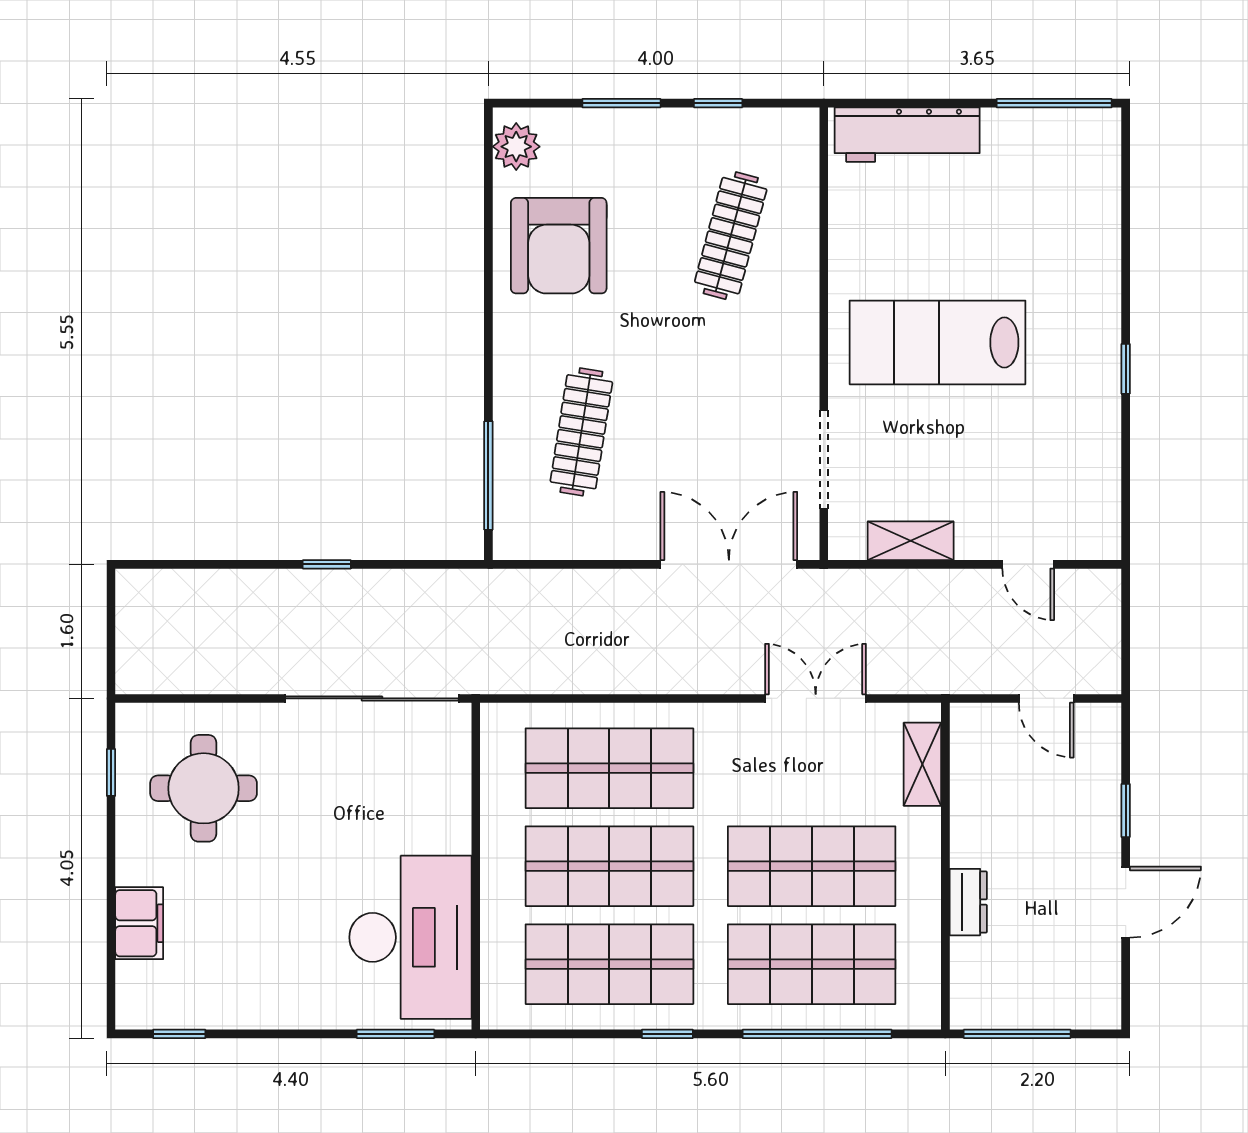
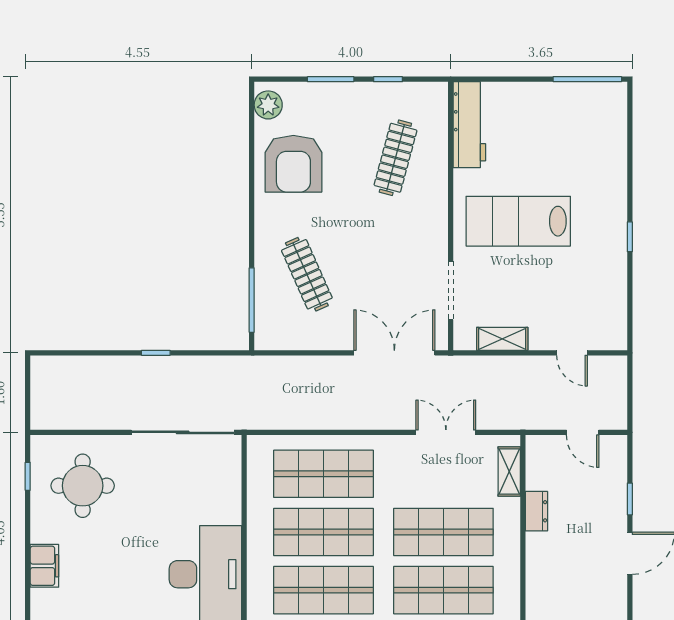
workbench: (907, 135) -> (469, 125), moved, turned -90
clothes rail: (581, 432) -> (307, 274), turned -33
dresser: (968, 902) -> (536, 511), moved

